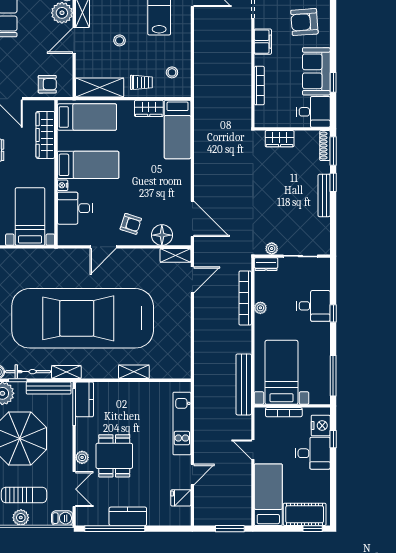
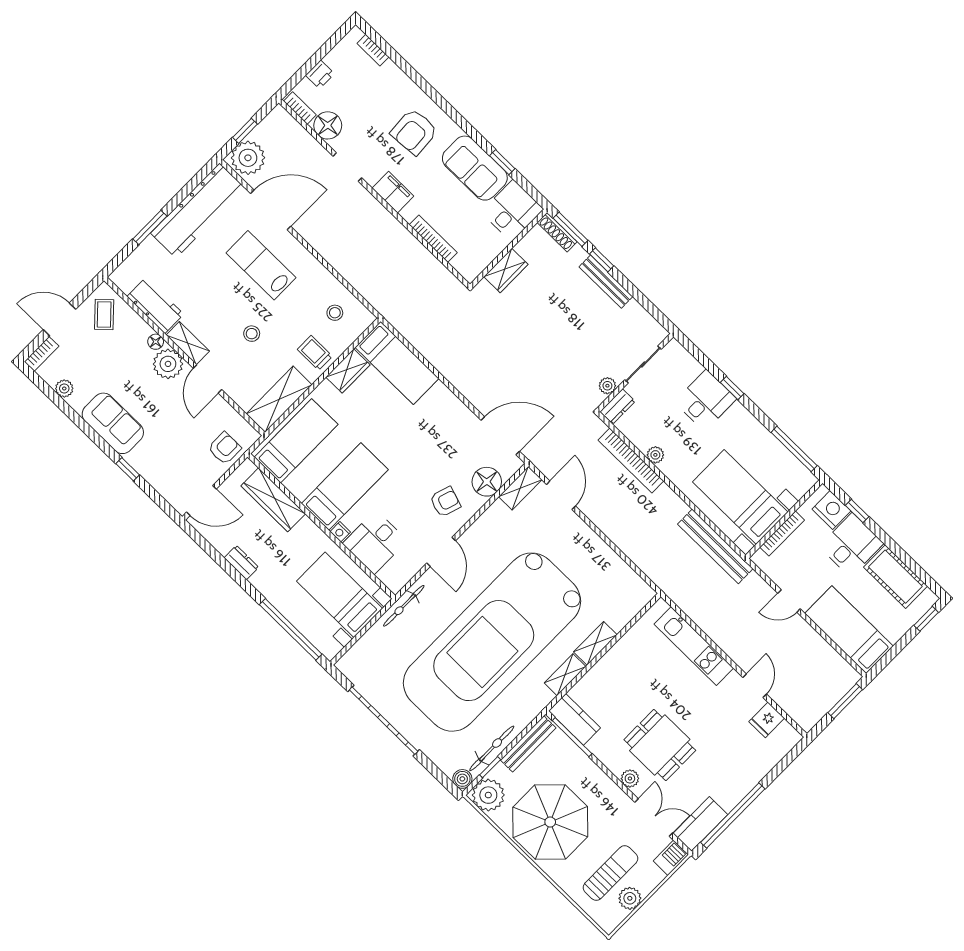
trolley: (141, 82) -> (315, 353), turned -90
bicycle: (57, 255) -> (404, 606), added
shelving: (66, 372) -> (565, 675), moved
cot: (305, 514) -> (895, 577), moved, turned 90
kitchen counter: (128, 516) -> (700, 824), moved

